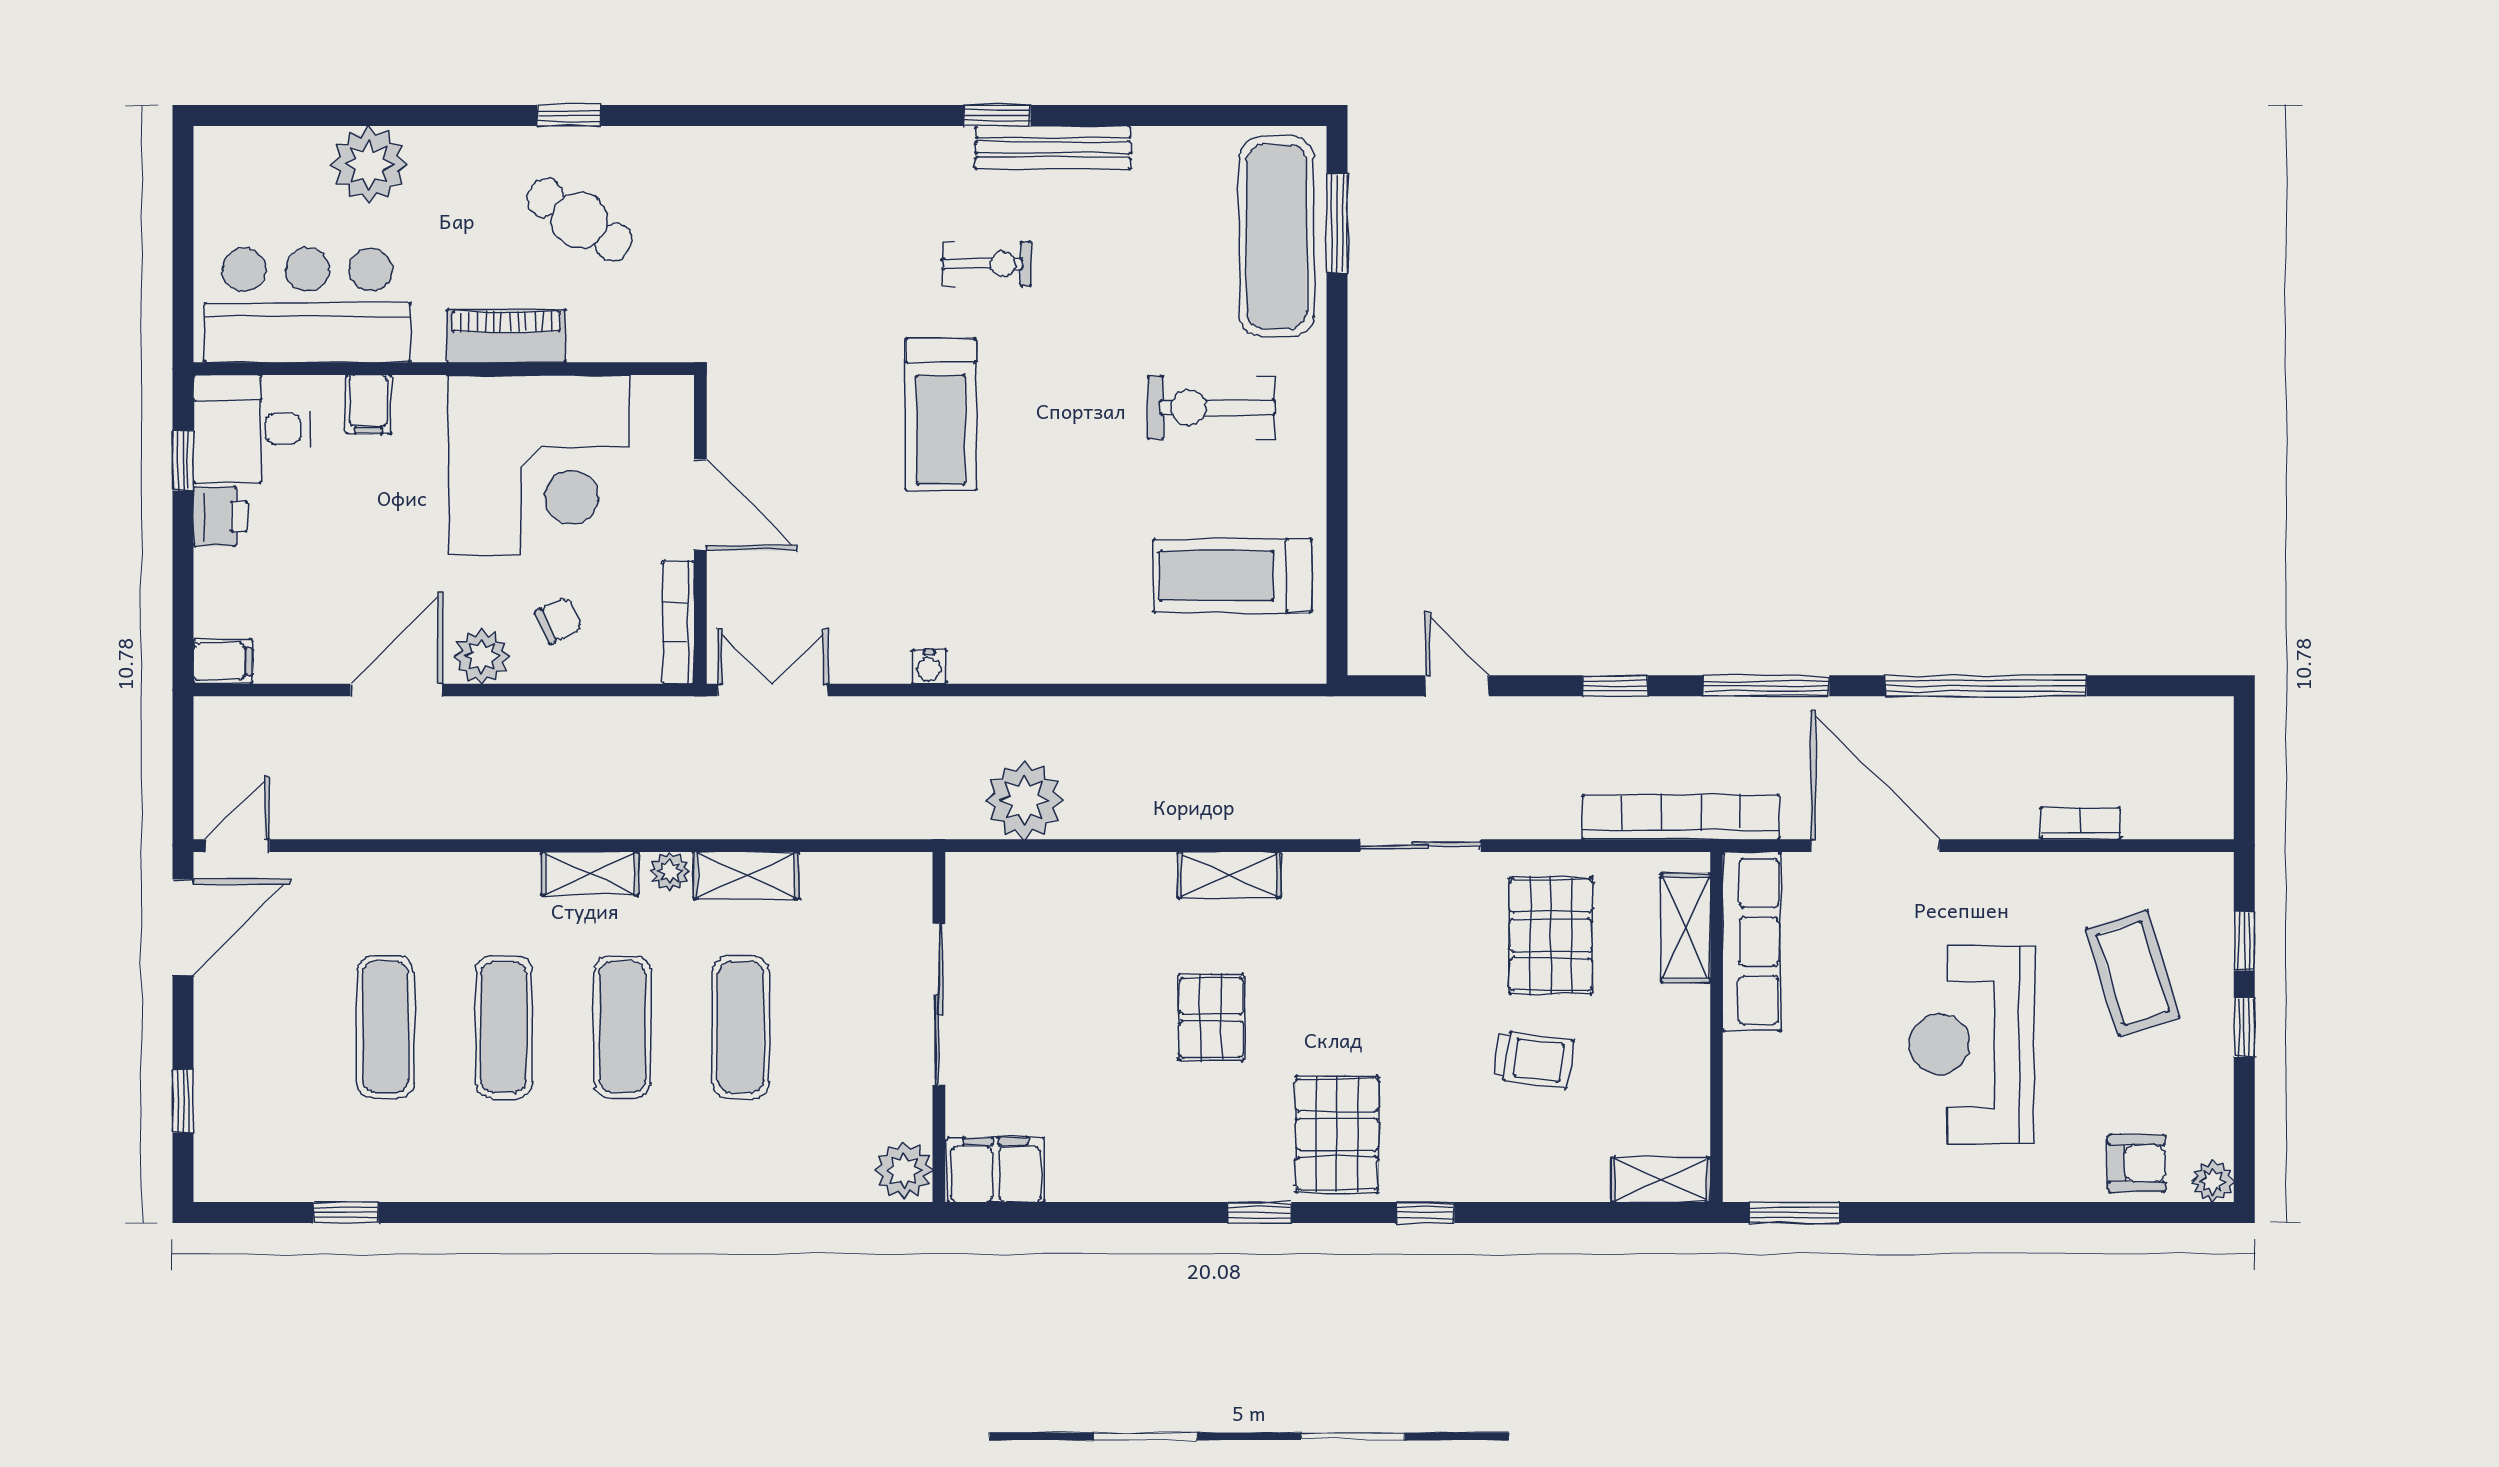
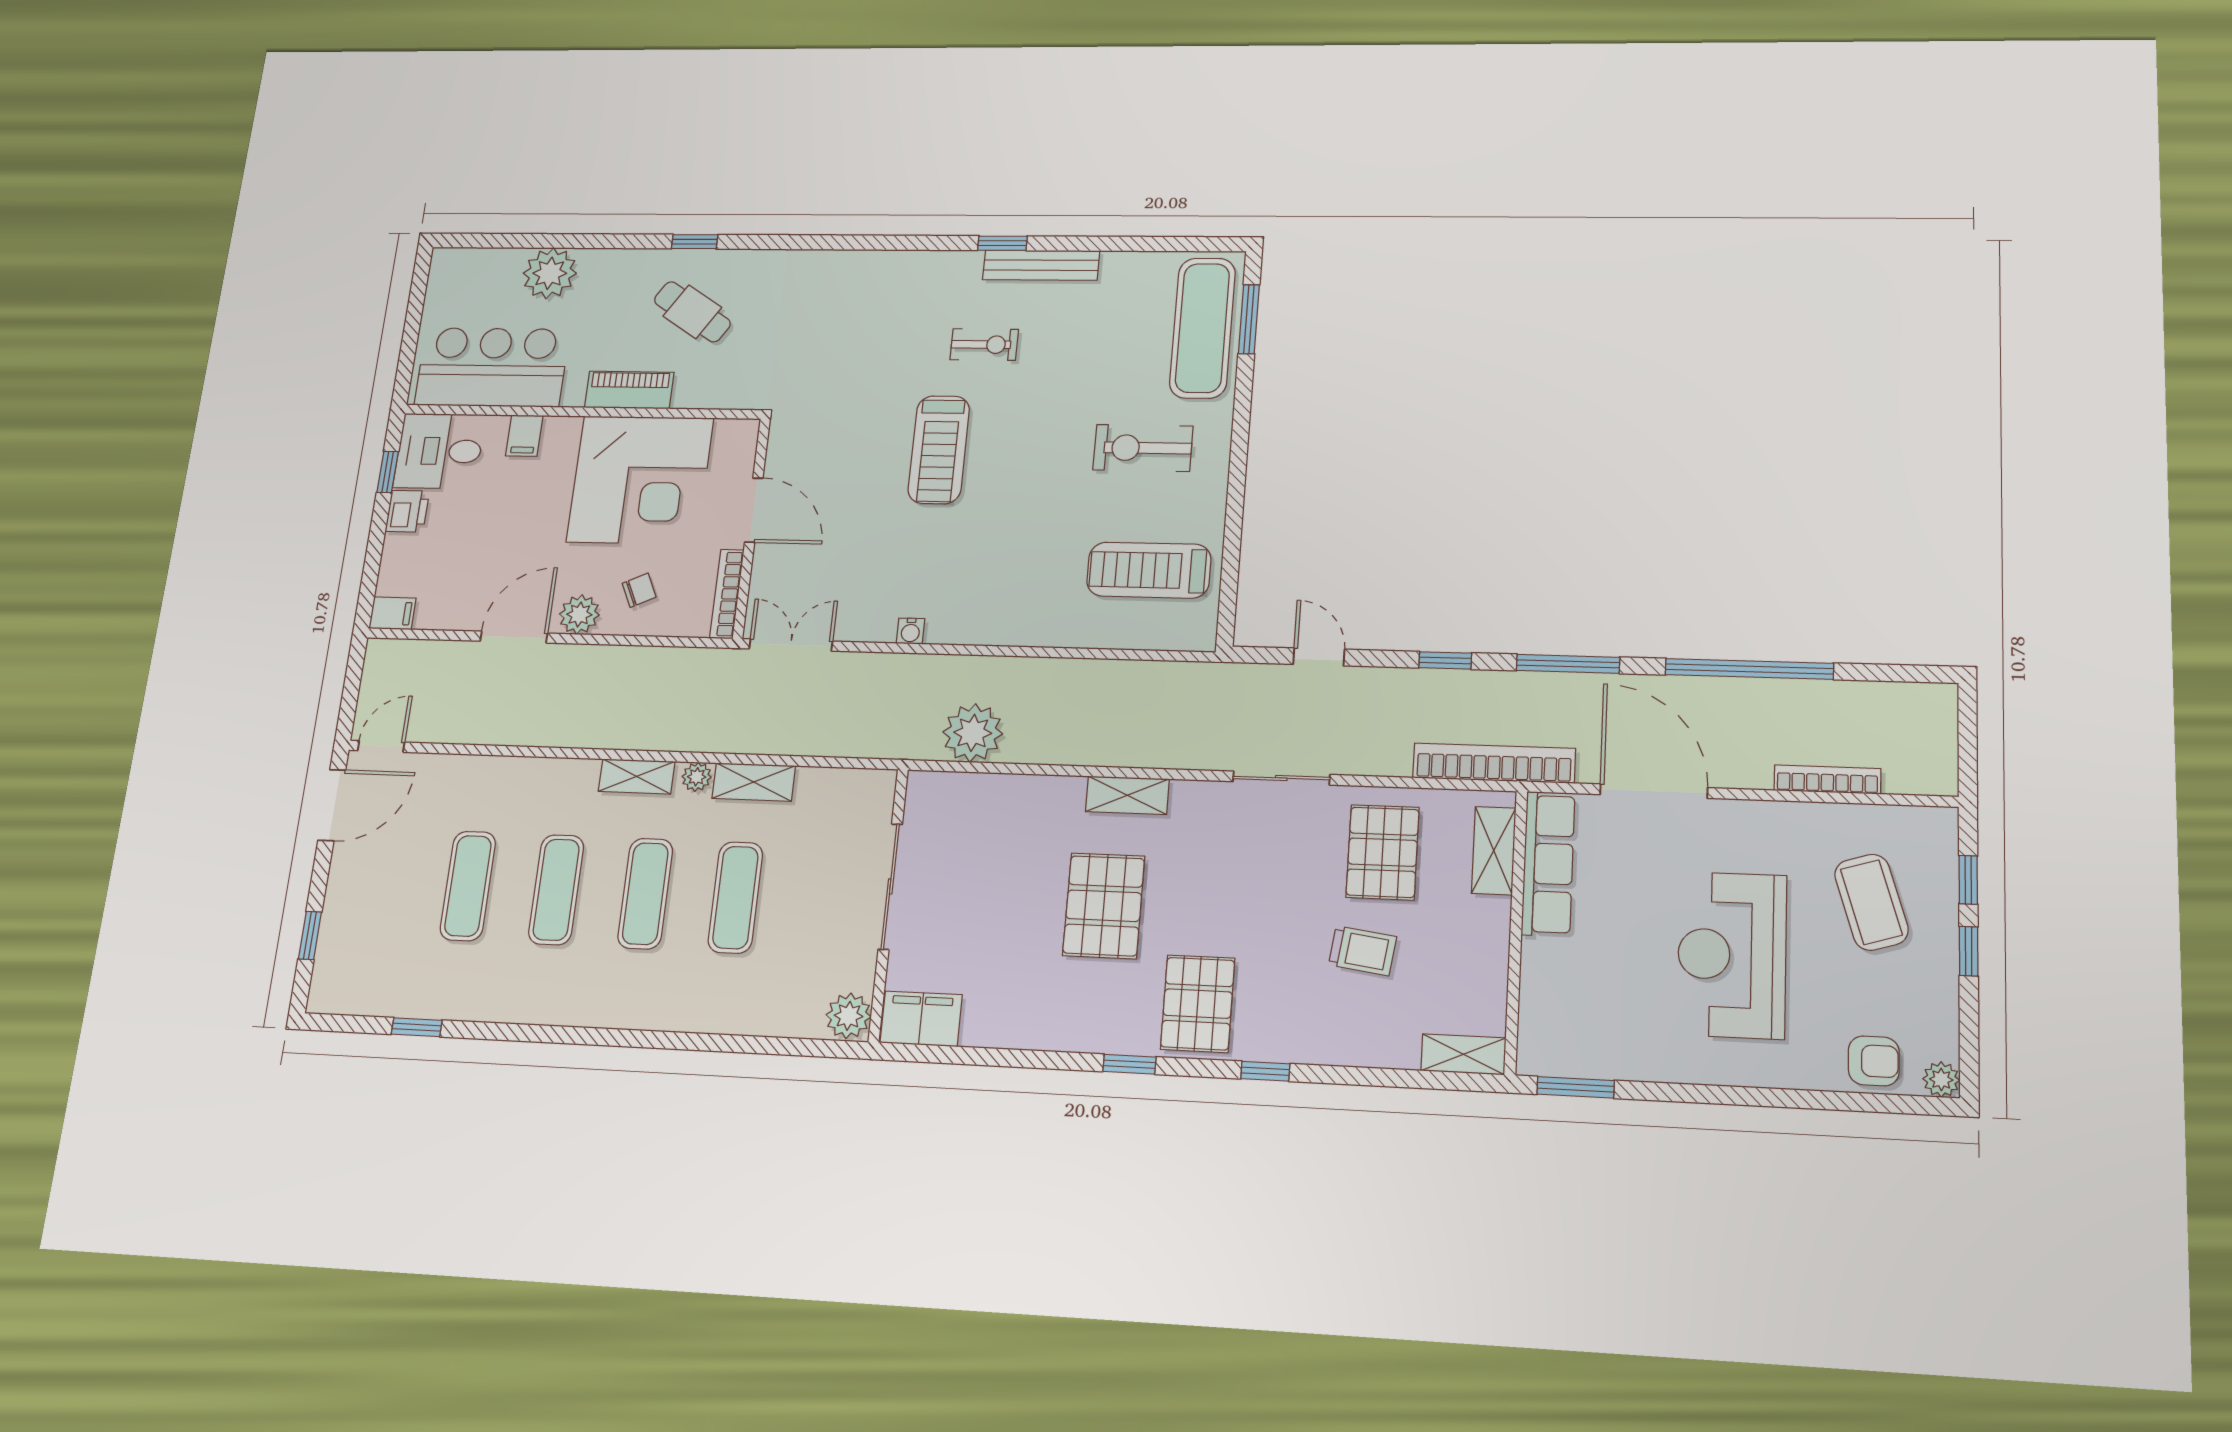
bookcase: (2080, 823) -> (1827, 779), width x1.56
pallet: (1211, 1017) -> (1104, 906), width x1.50, depth x1.42

